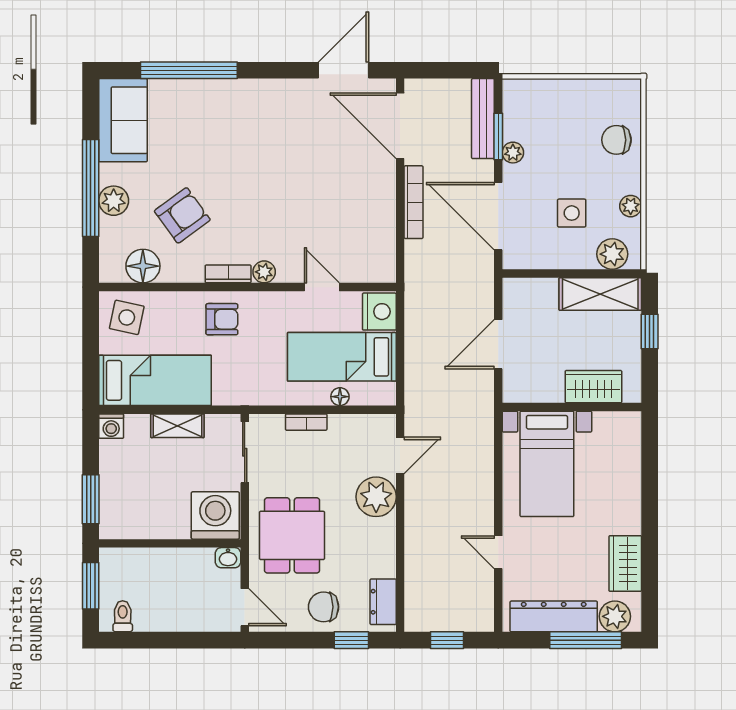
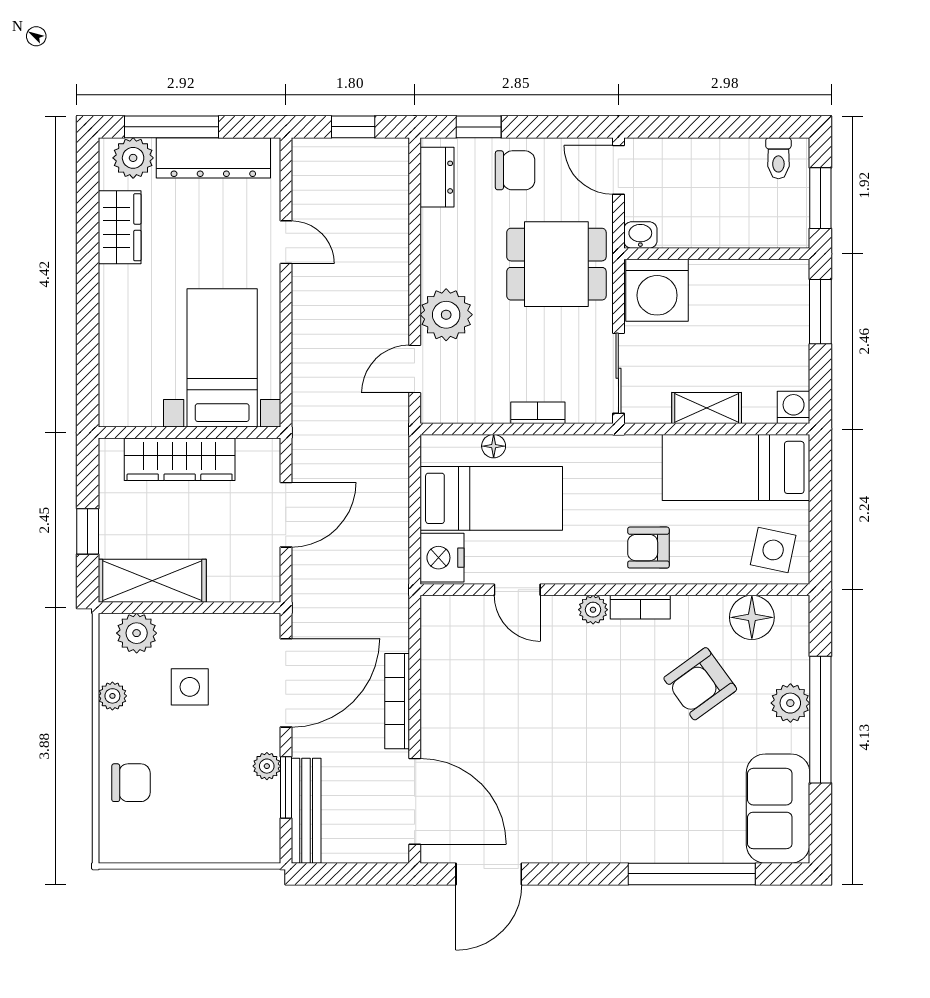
door: (498, 216) -> (286, 683), hinge flipped
wardrobe: (593, 387) -> (180, 459), width x1.50
dining table: (292, 535) -> (556, 264), turned 90

